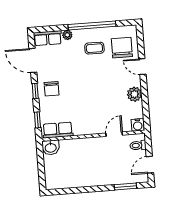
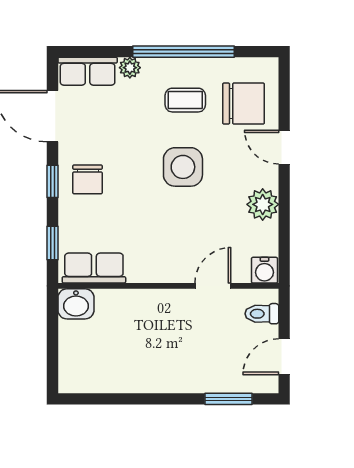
chair: (122, 48) -> (244, 104), turned 90
side table: (96, 80) -> (183, 167), added

